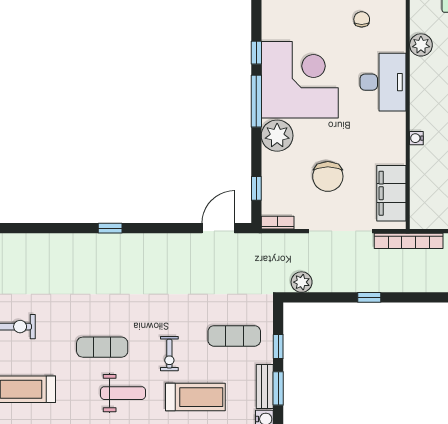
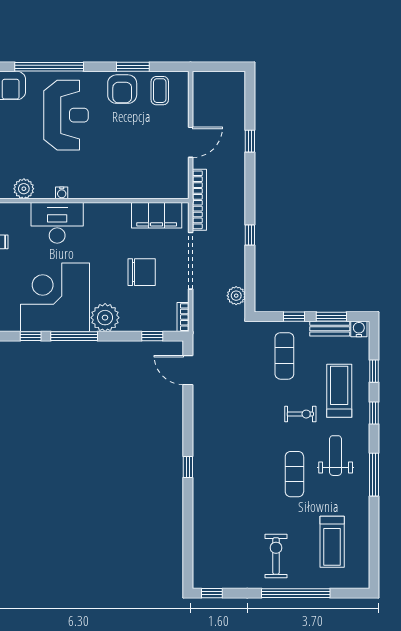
water cooler: (416, 138) -> (62, 193), moved

